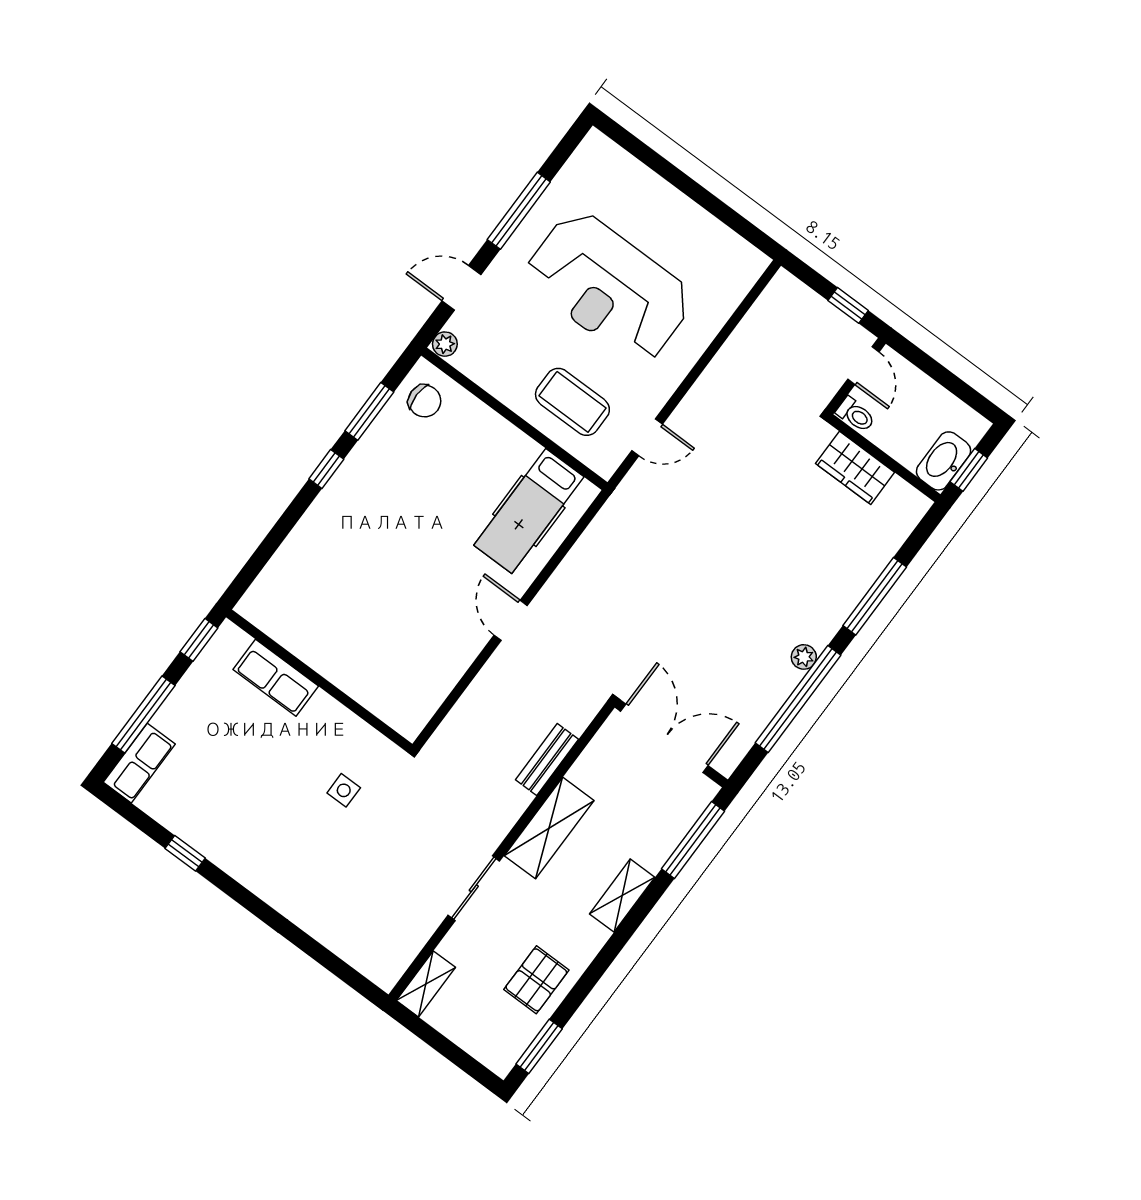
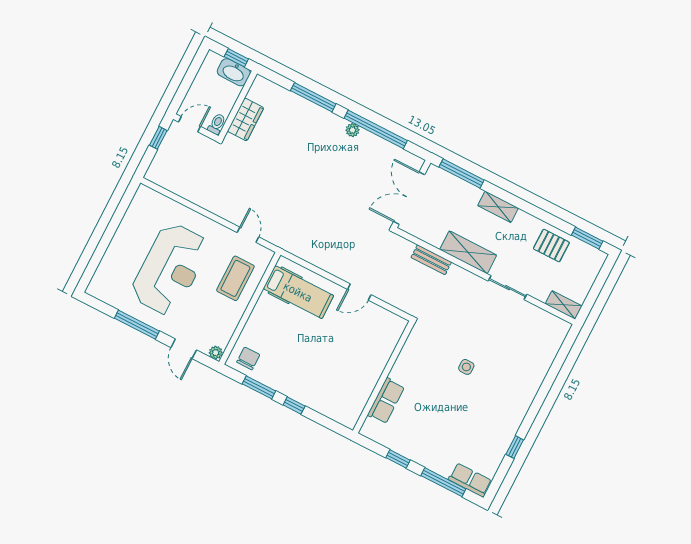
row of seats: (276, 678) -> (386, 401), moved
wall: (319, 681) -> (384, 377), moved

